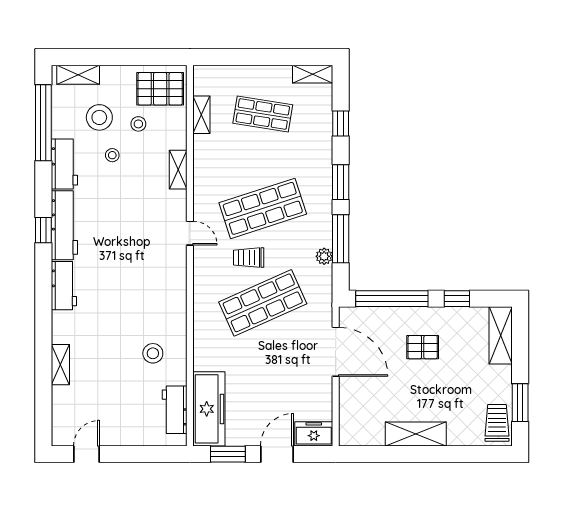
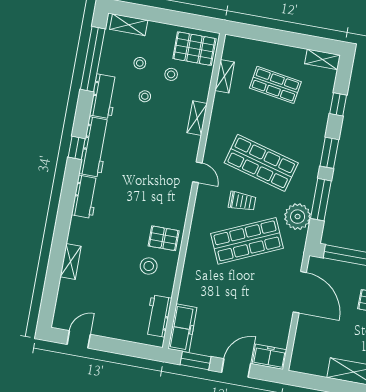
stool: (99, 117) -> (140, 63), width x0.53, depth x0.53
shop shelf: (263, 208) -> (261, 163), turned 33
plant: (324, 256) -> (298, 217), width x1.88, depth x1.88
trolley: (249, 258) -> (242, 201), turned 180
pallet: (165, 318) -> (164, 238), added
freezer: (209, 409) -> (182, 328), width x0.73, depth x0.79

